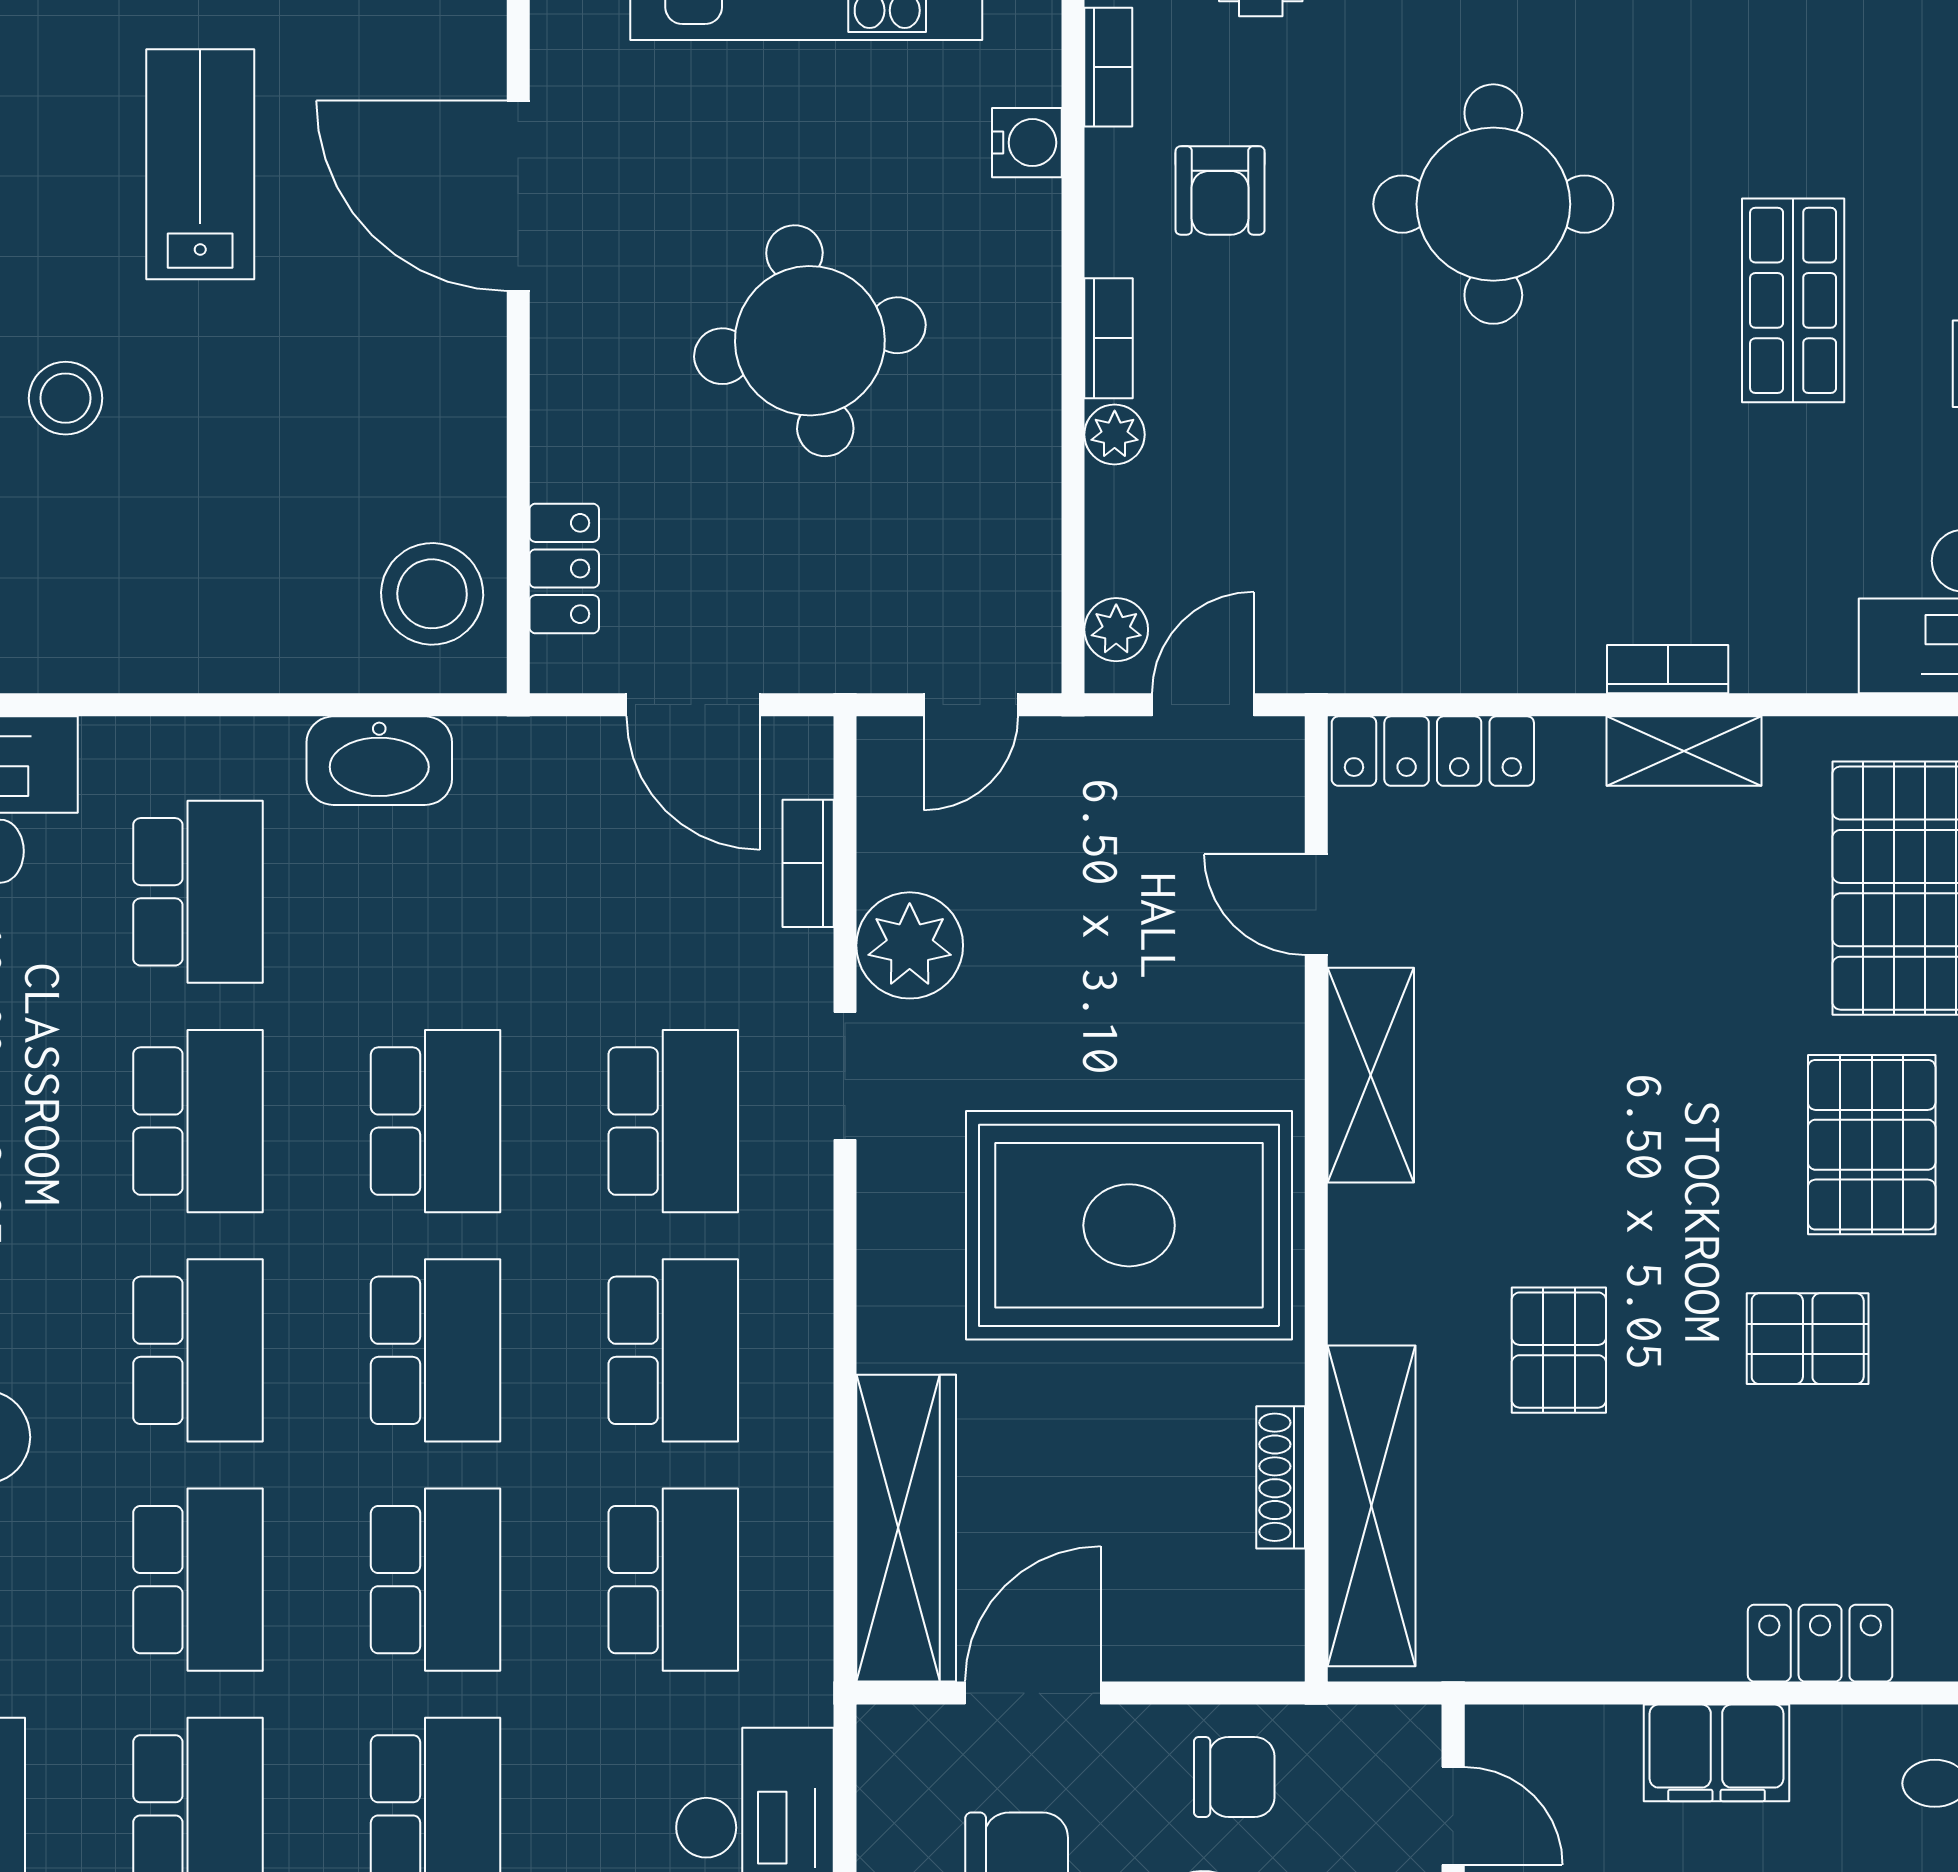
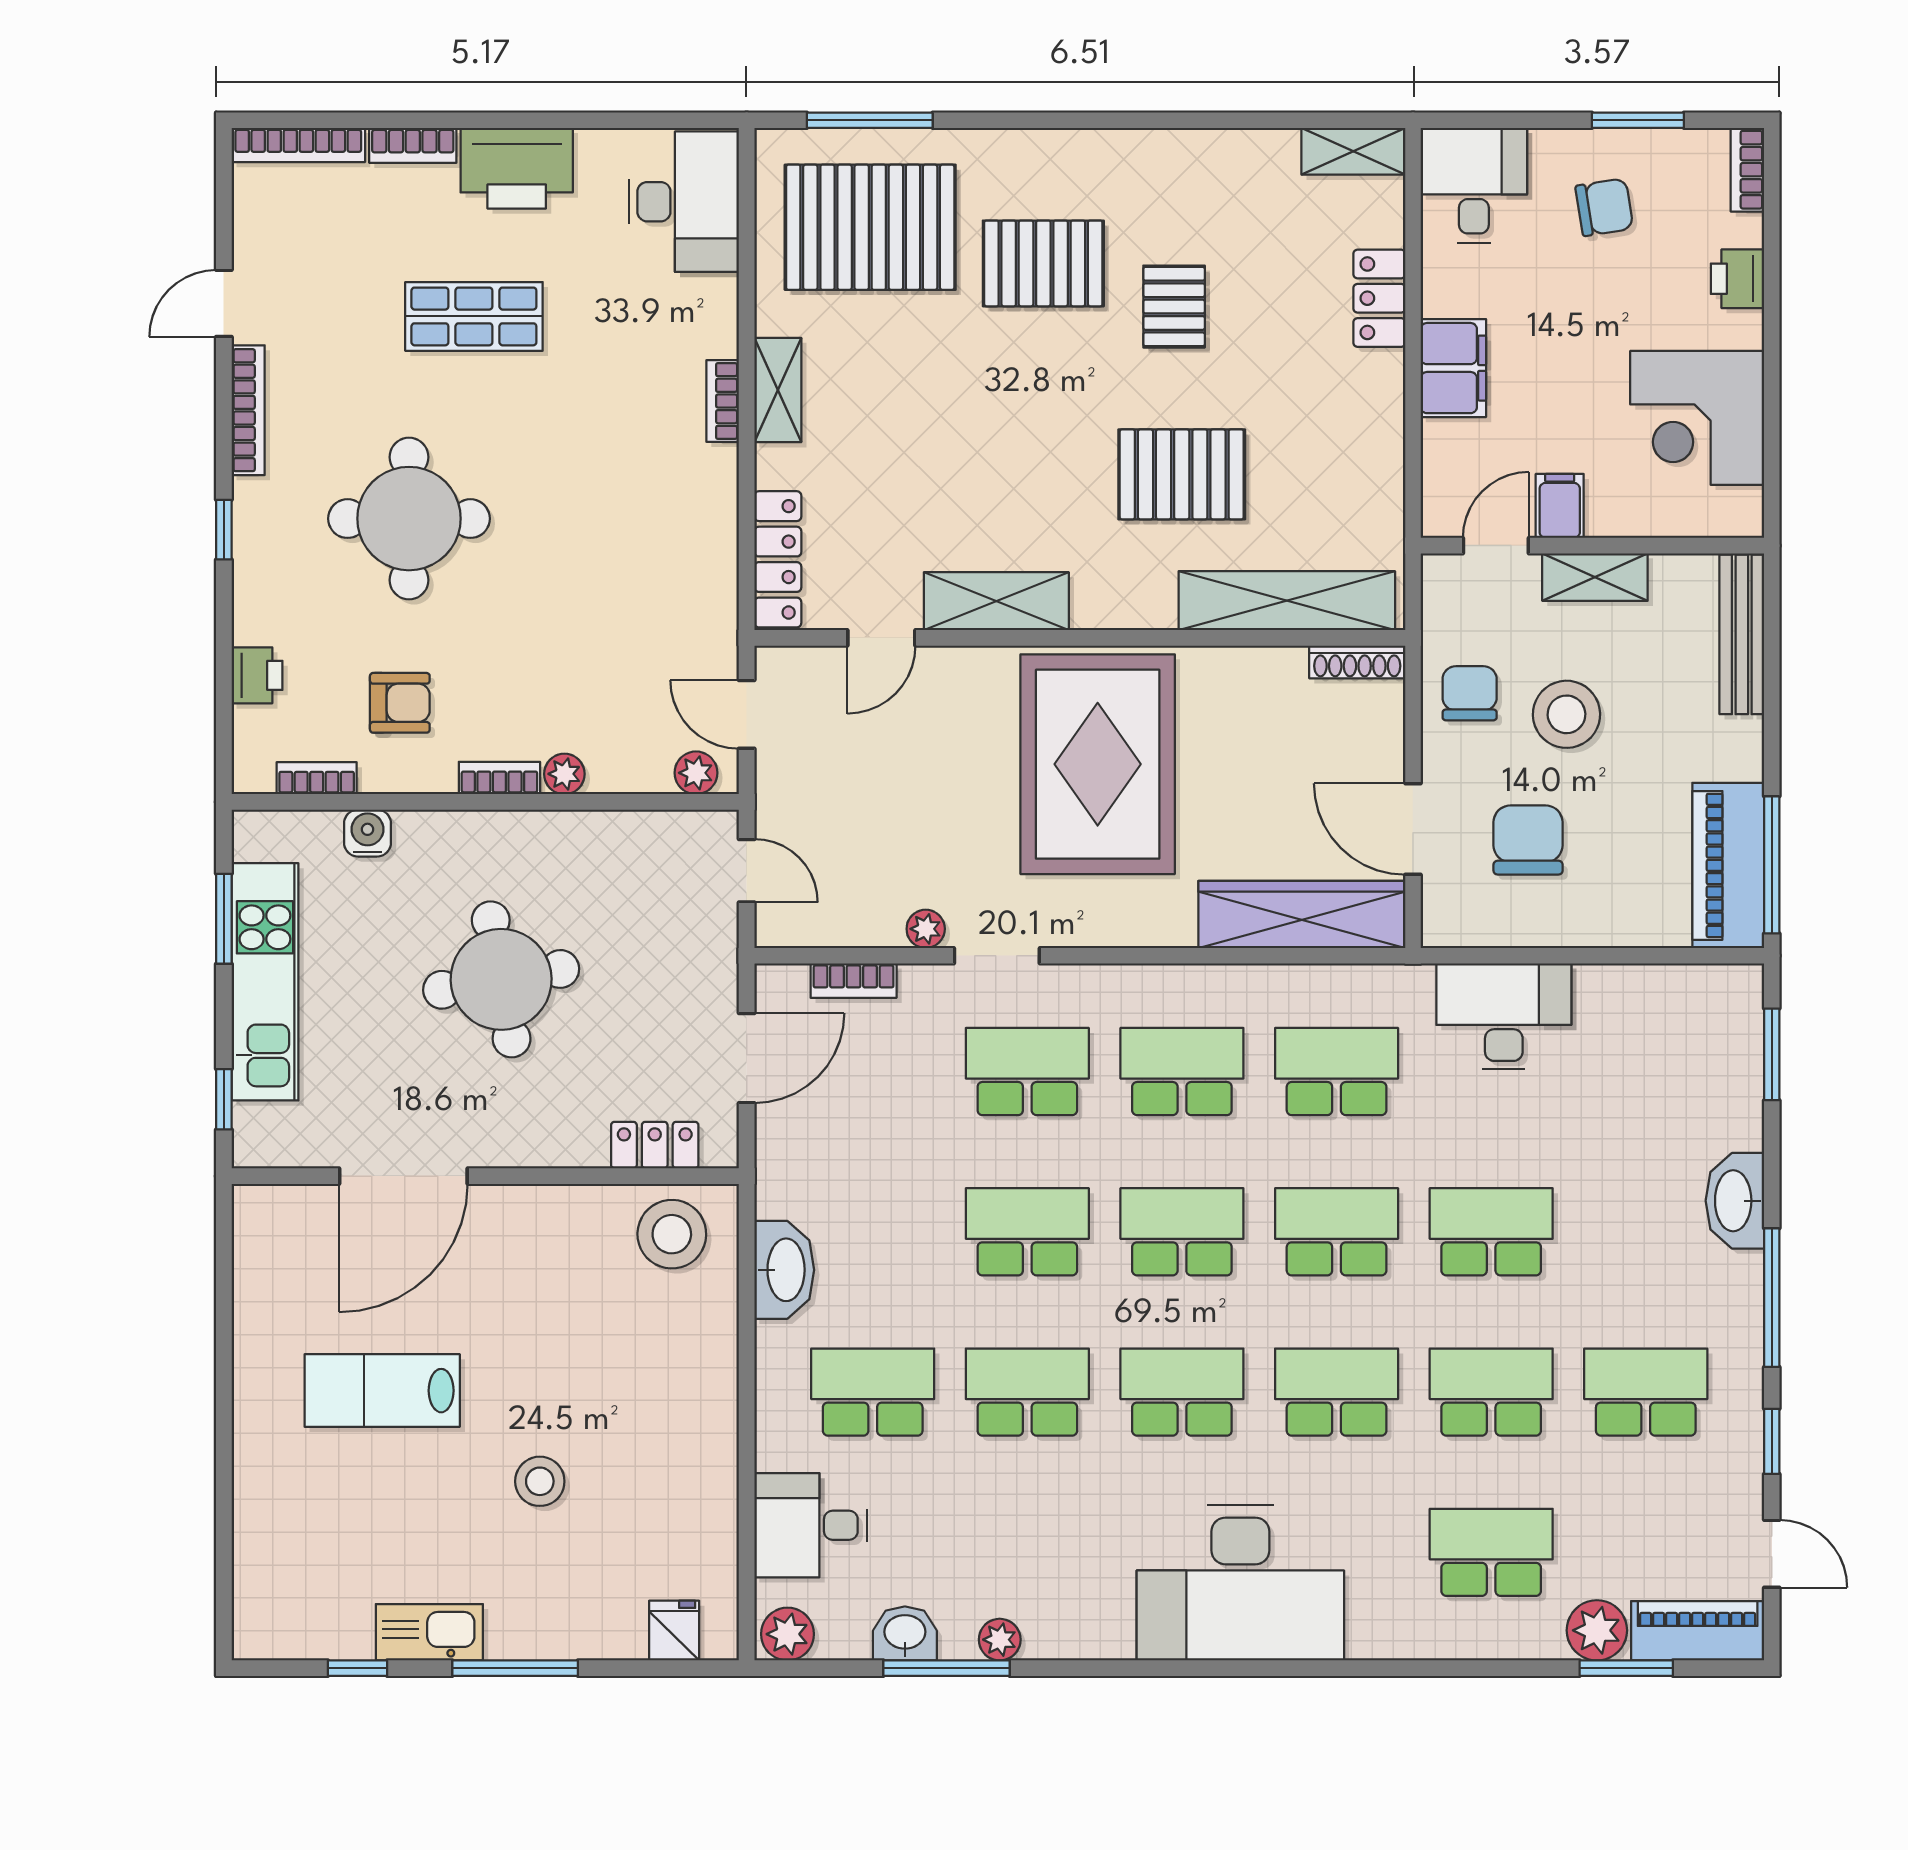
plant: (910, 945) -> (926, 929), width x0.53, depth x0.53
pallet: (1559, 1350) -> (1182, 474), width x1.50, depth x1.42
shoe rack: (1281, 1477) -> (1357, 662), moved

